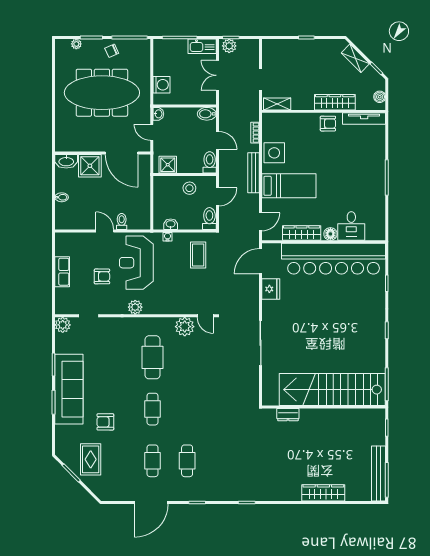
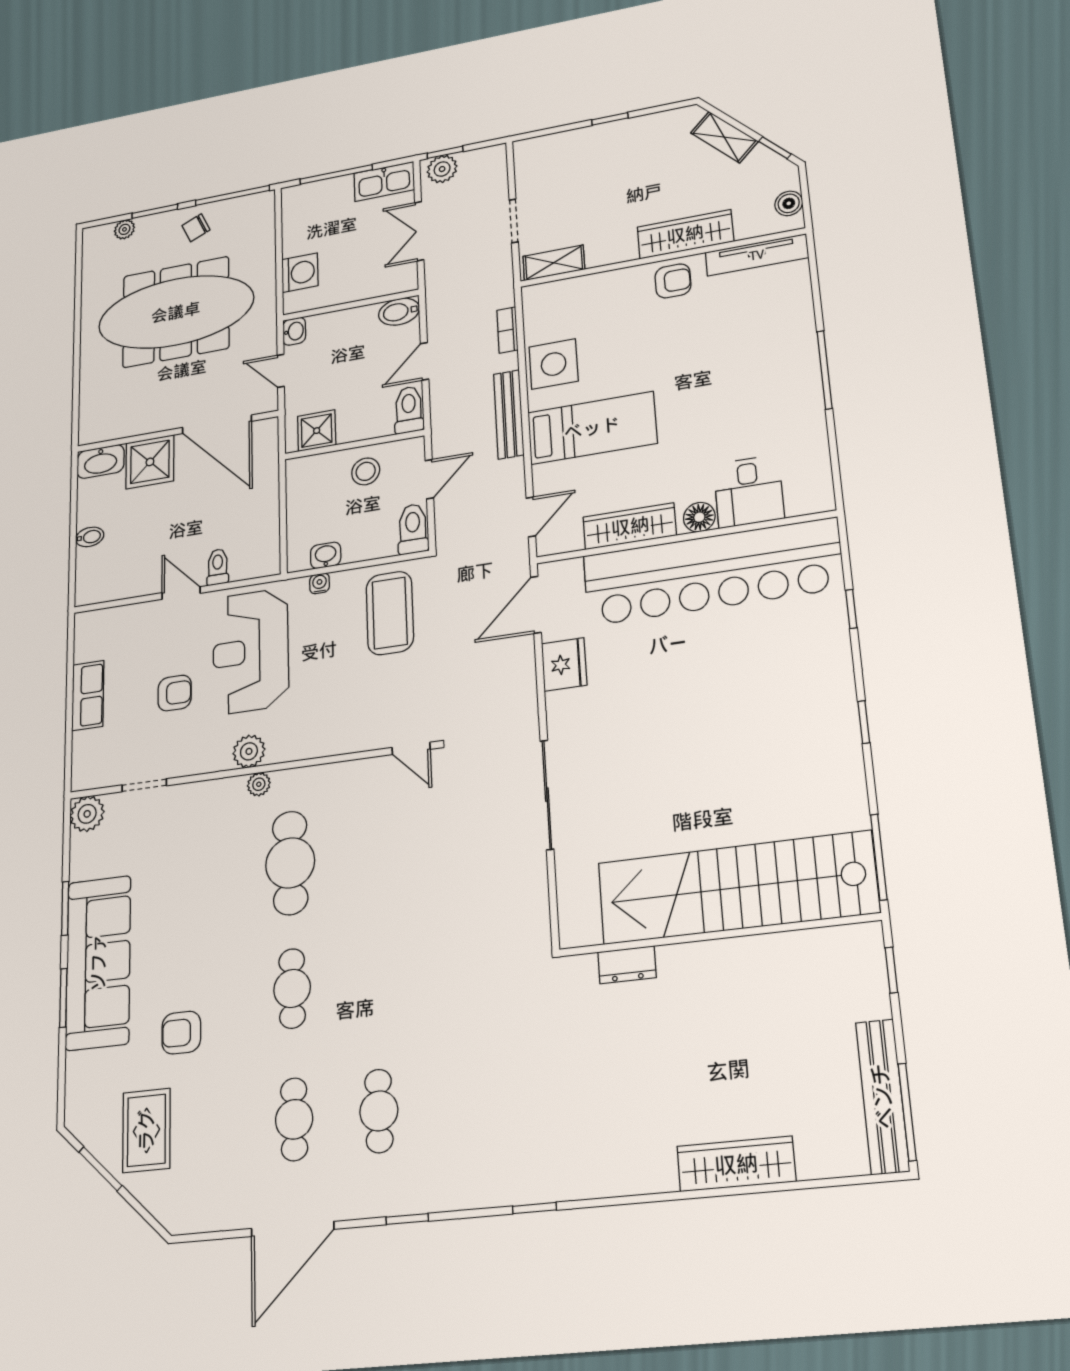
door: (218, 140) -> (425, 361), swing flipped
coffee table: (198, 255) -> (390, 613), width x1.36, depth x1.32
plant: (185, 327) -> (259, 784), moved, width x0.53, depth x0.53

